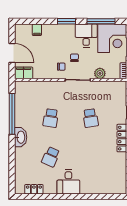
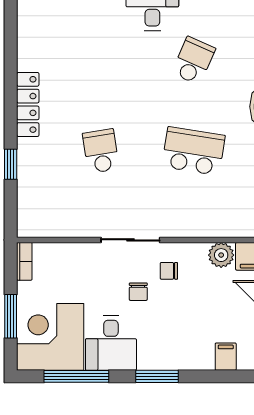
plant: (100, 73) -> (221, 255), moved
school desk: (51, 118) -> (193, 151), width x1.85

